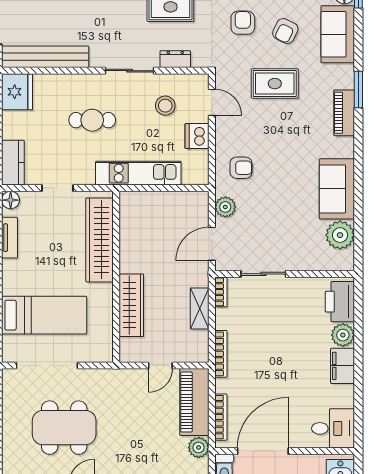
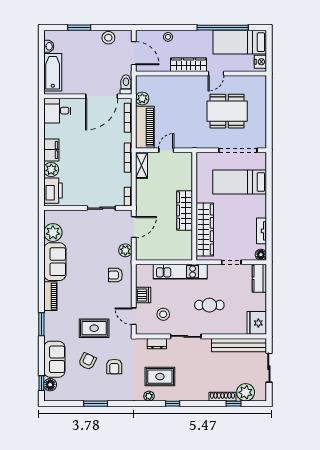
piano: (344, 113) -> (50, 296), moved
wardrobe: (131, 305) -> (185, 210), moved
shelving: (200, 308) -> (142, 165), moved

